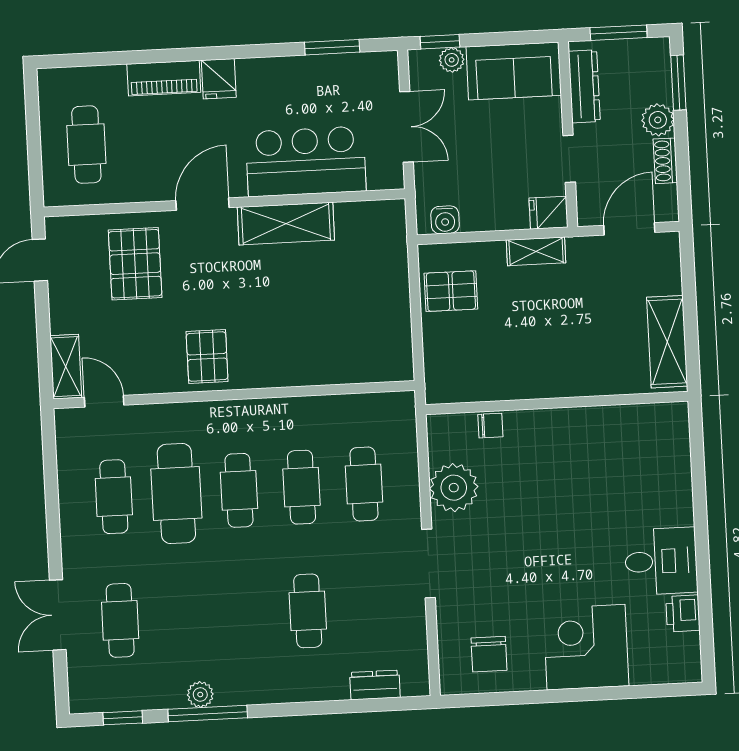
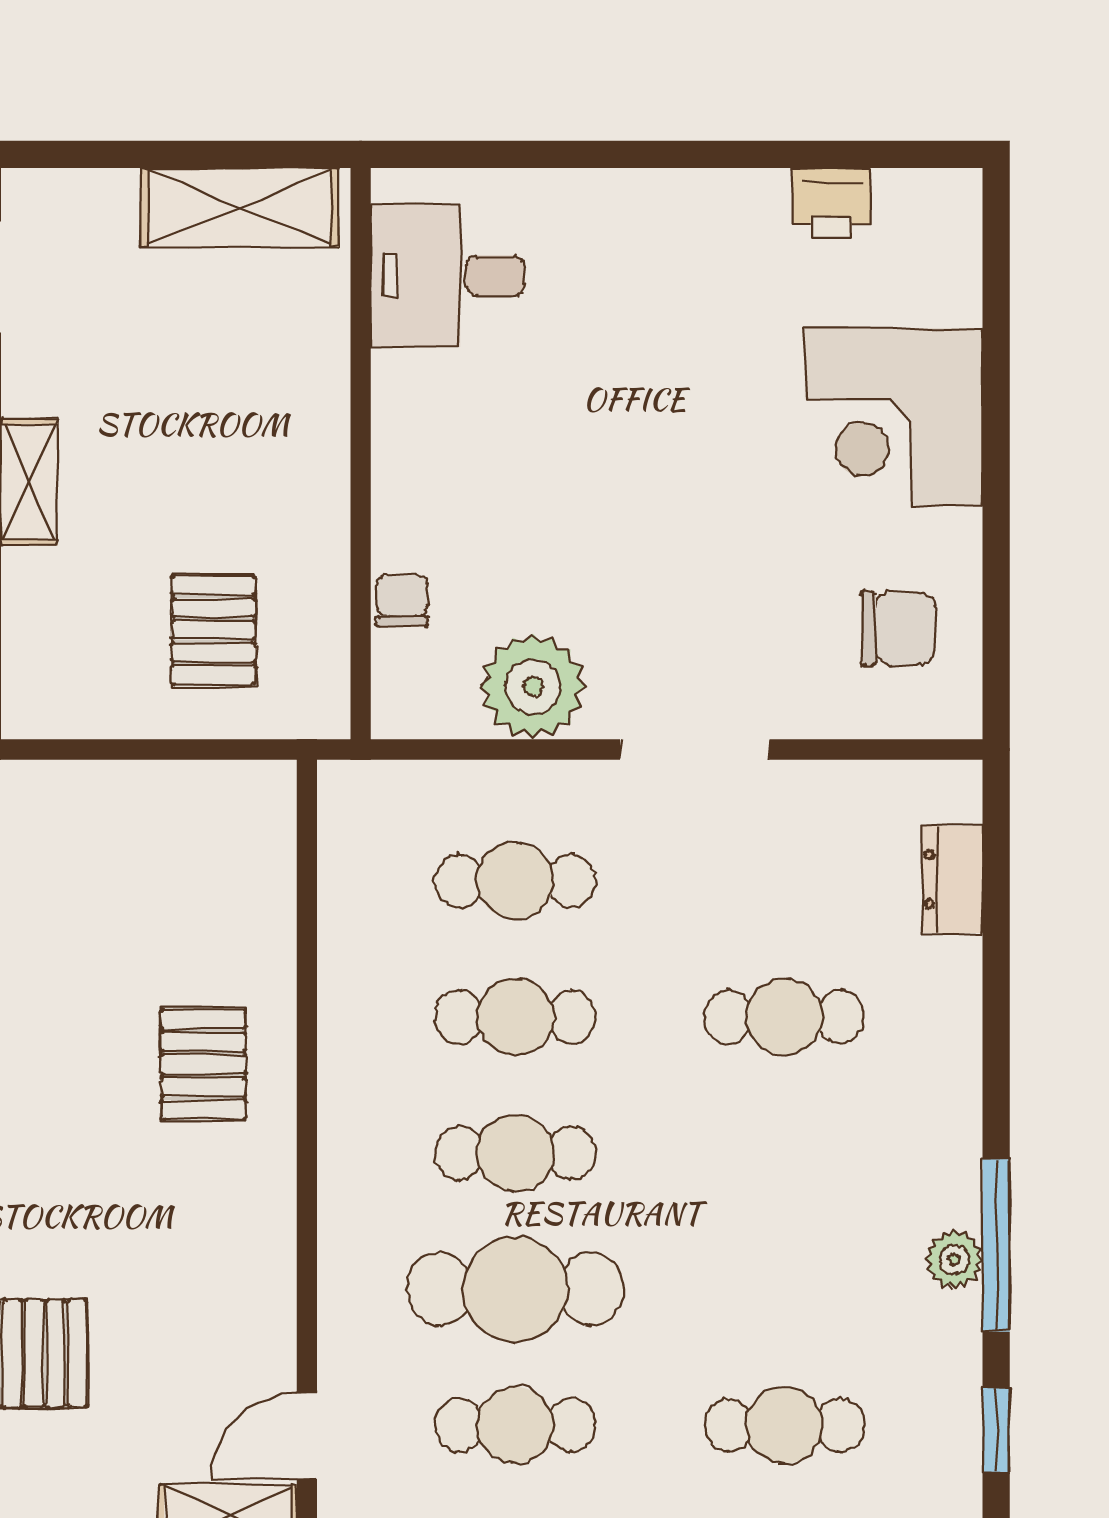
pallet: (451, 291) -> (213, 630), moved
pallet: (207, 356) -> (203, 1064), moved, turned 90
desk: (661, 561) -> (448, 276), moved, turned -90

